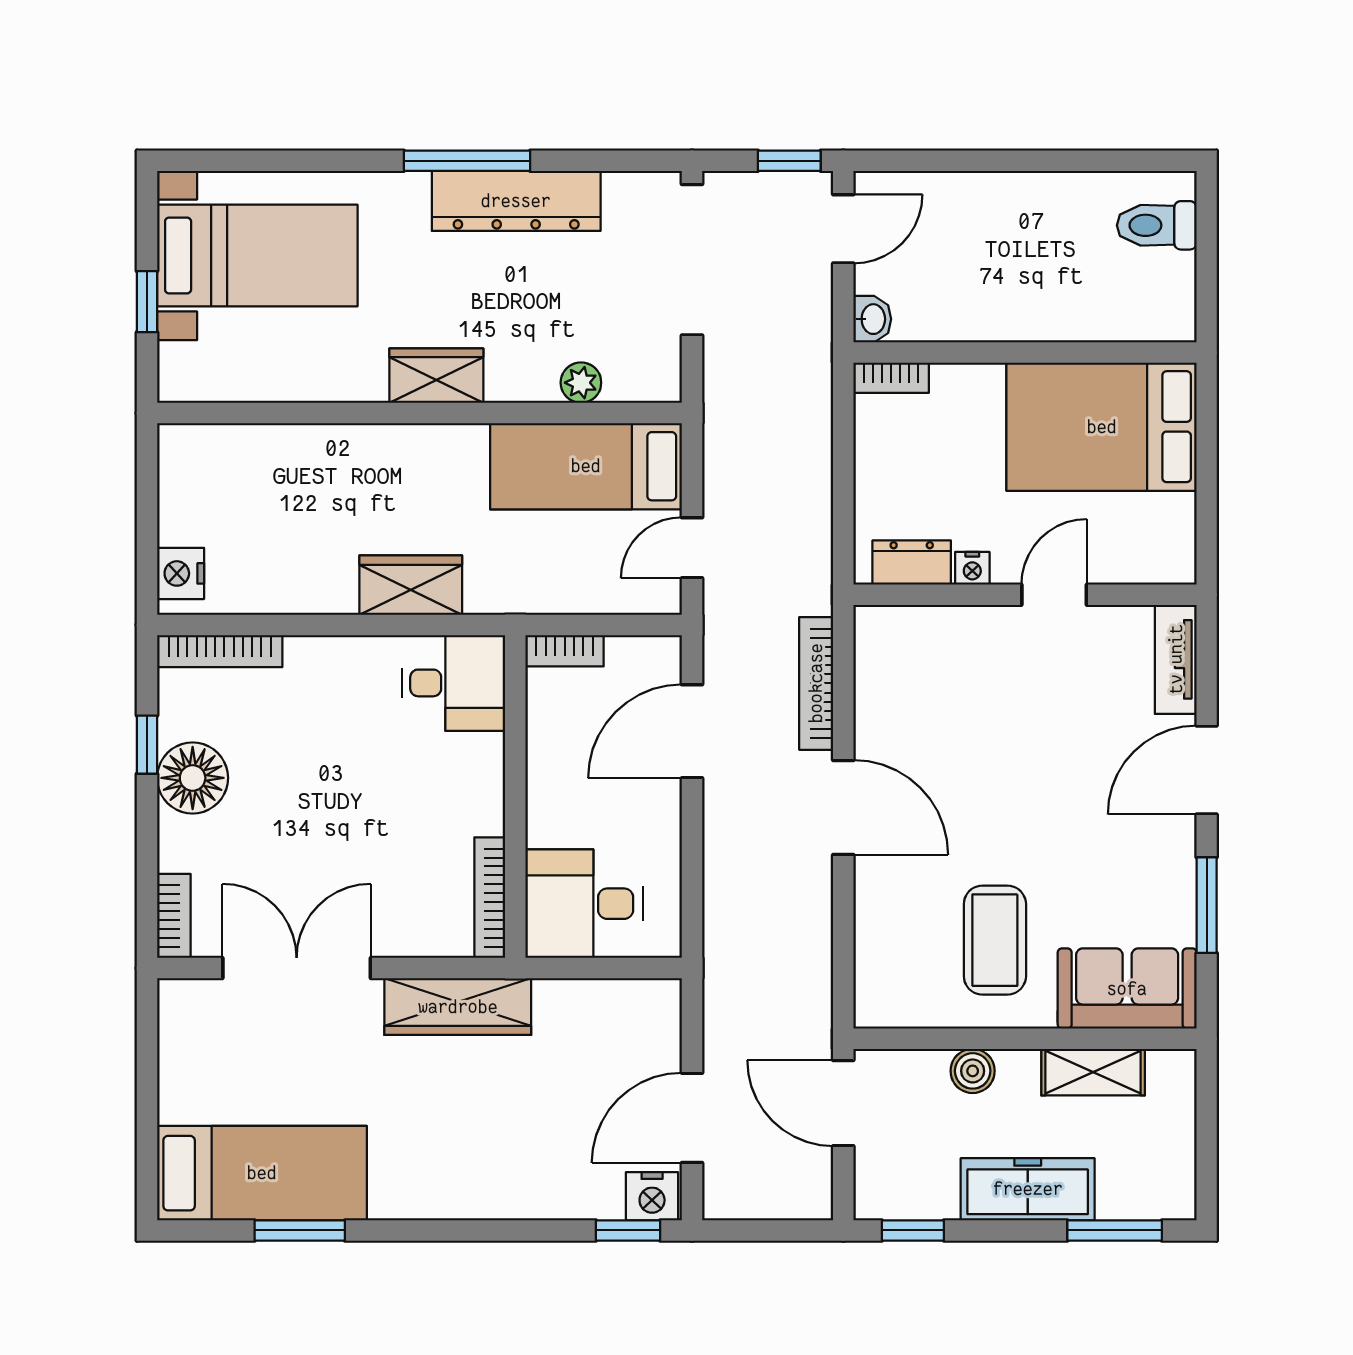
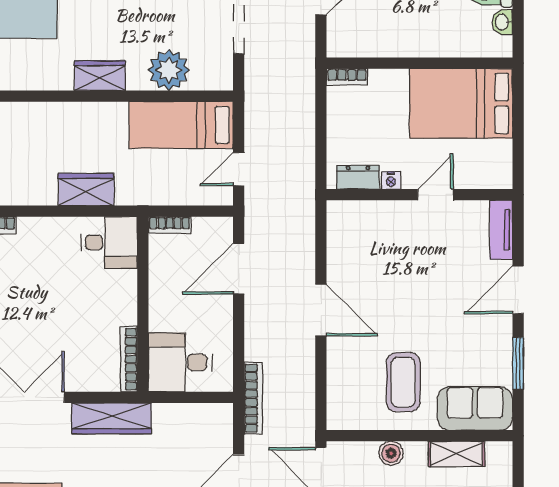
washbasin: (872, 319) -> (502, 22), moved, turned 180
plant: (581, 383) -> (169, 70), width x1.87, depth x1.87
bookcase: (816, 683) -> (253, 398), moved, turned 180

